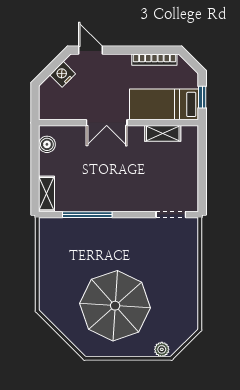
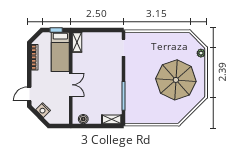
shelving: (163, 133) -> (77, 42), moved

